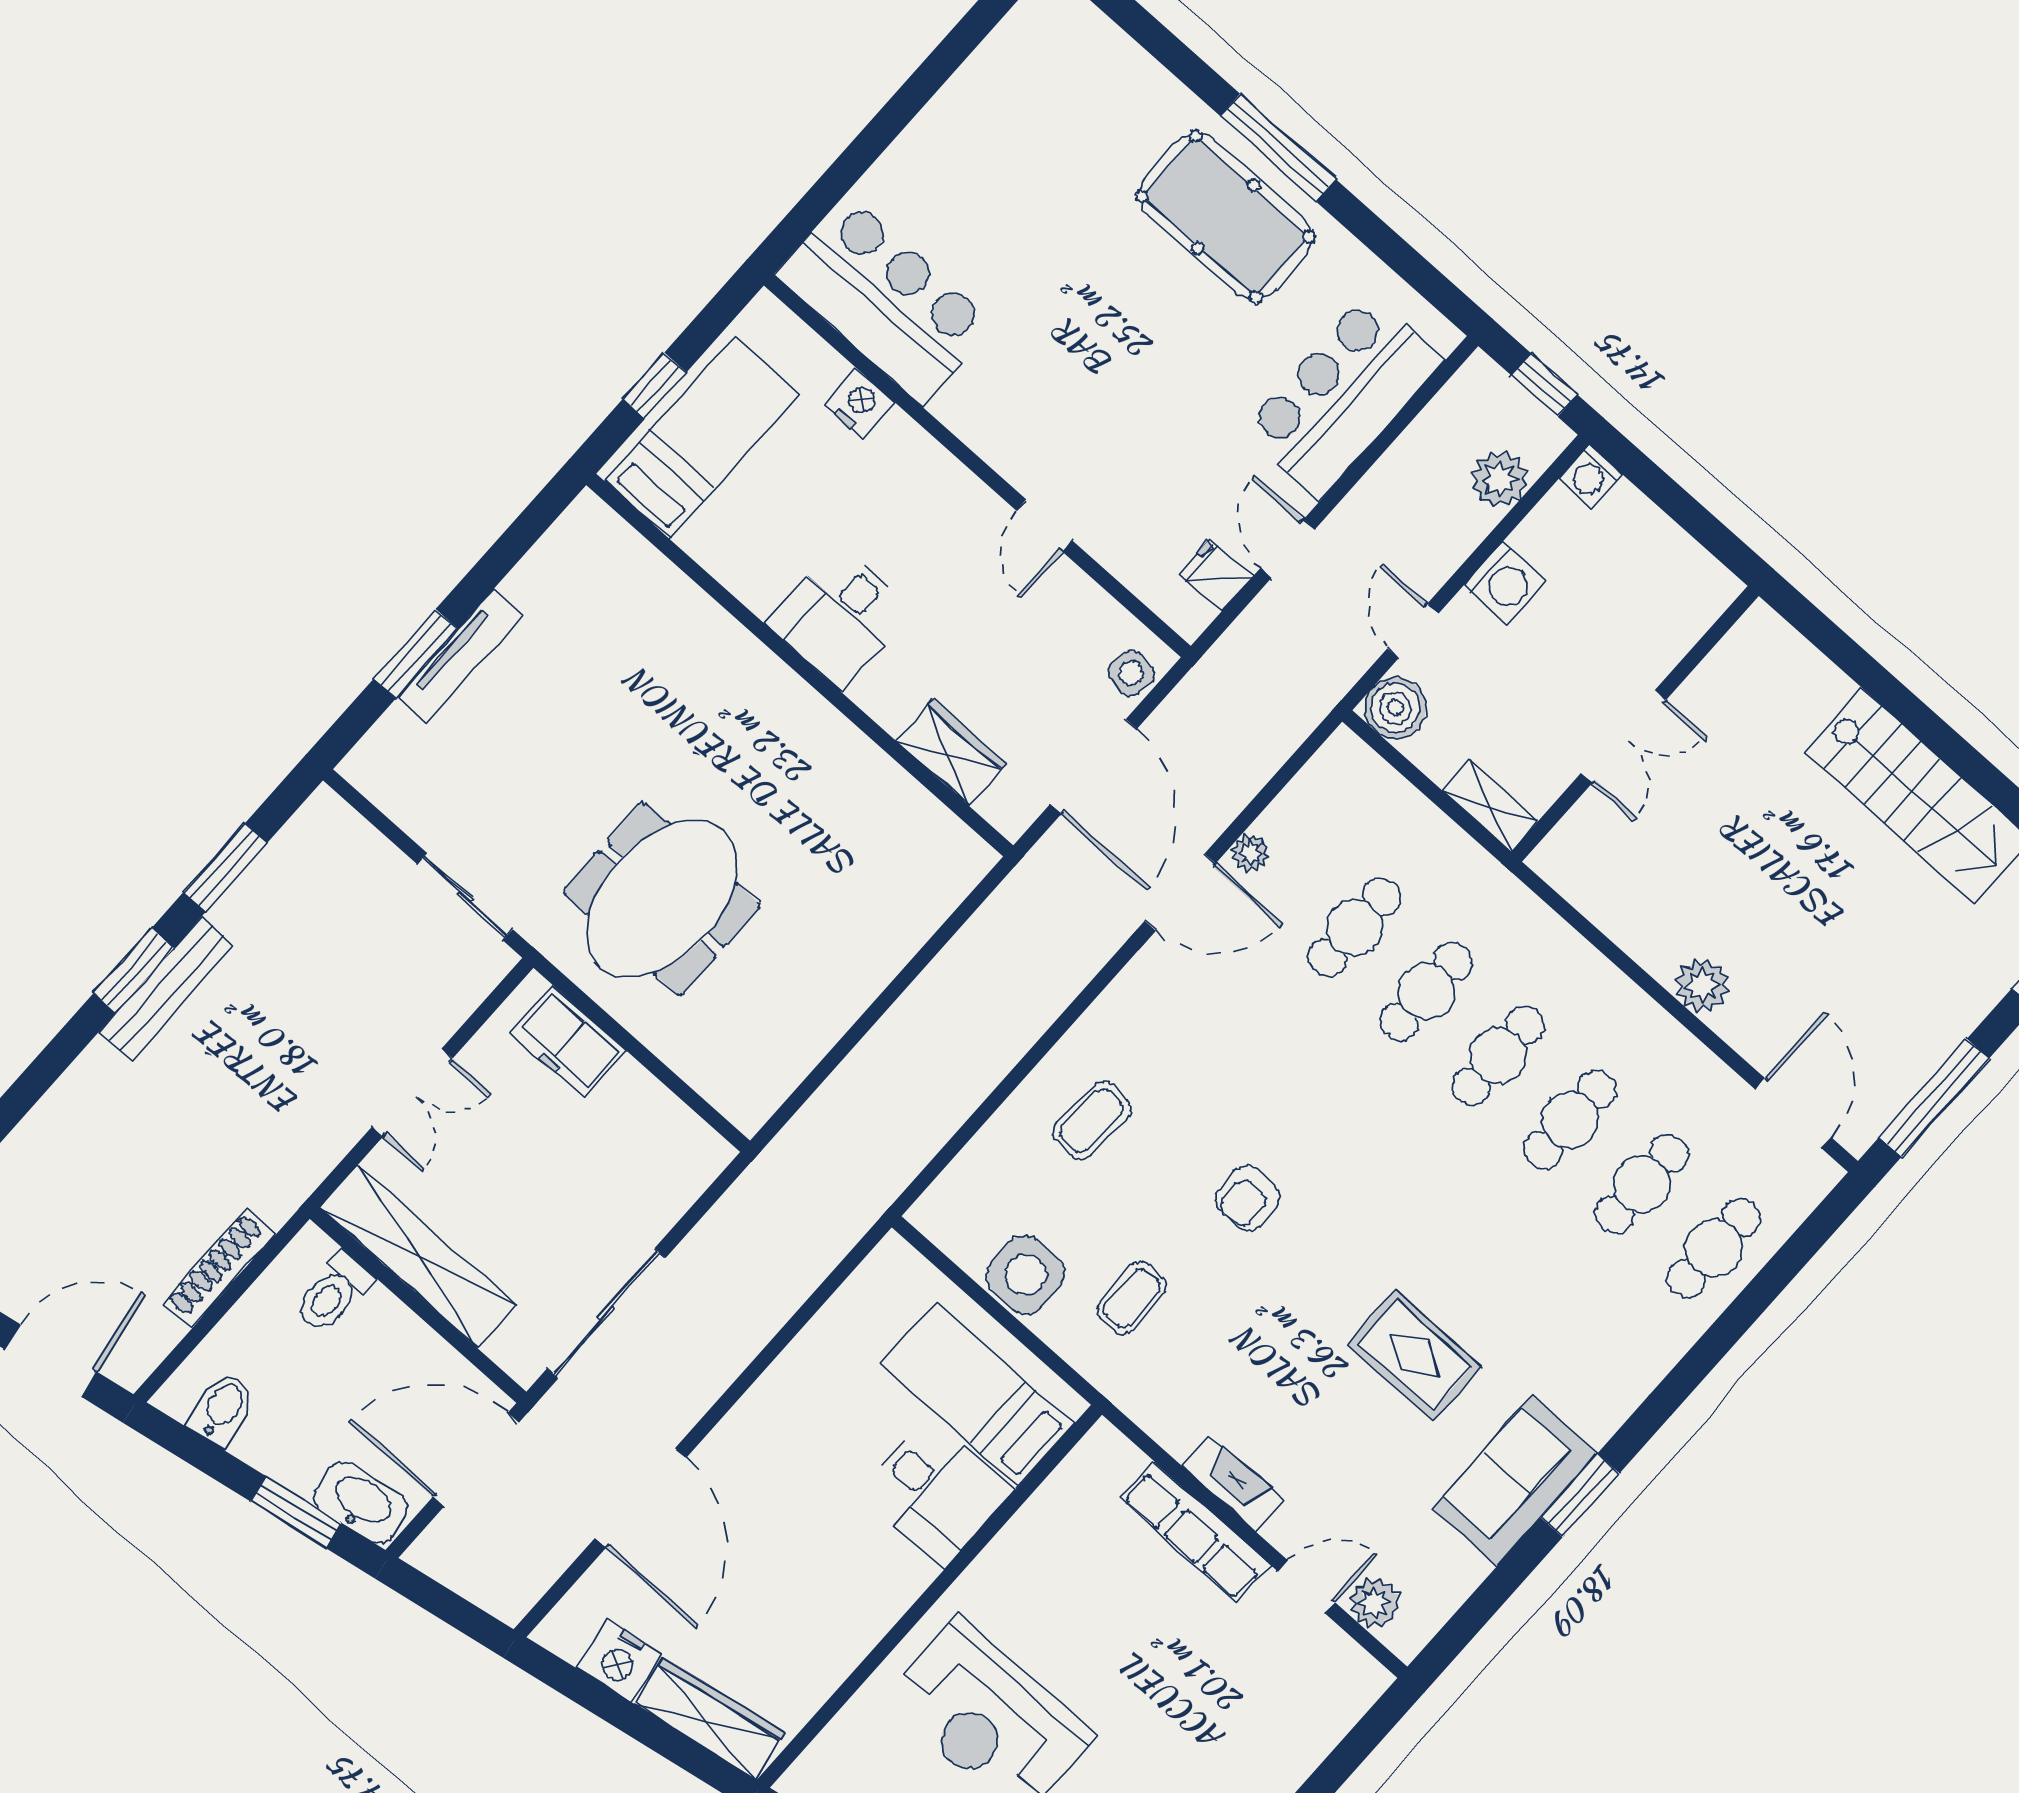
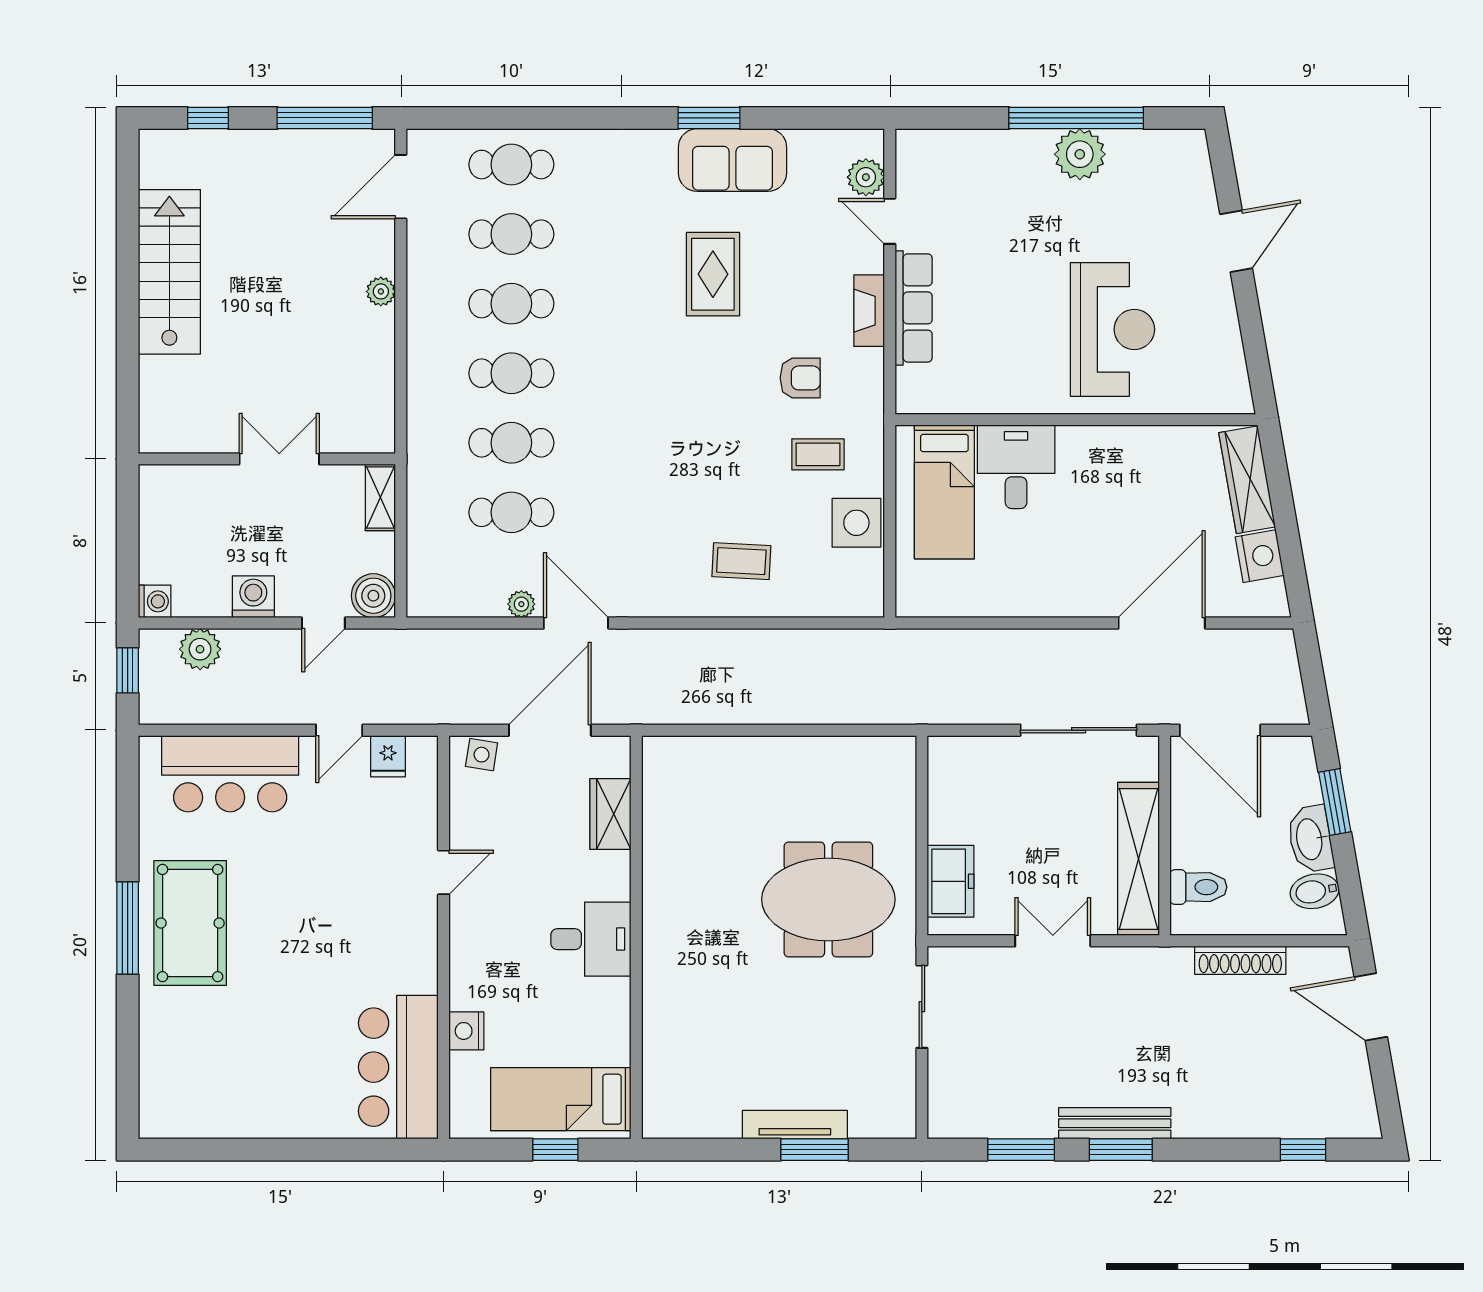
plant: (1702, 985) -> (381, 291), width x0.73, depth x0.73
armchair: (1248, 1198) -> (800, 378), moved
washbasin: (361, 1503) -> (1310, 839), moved

